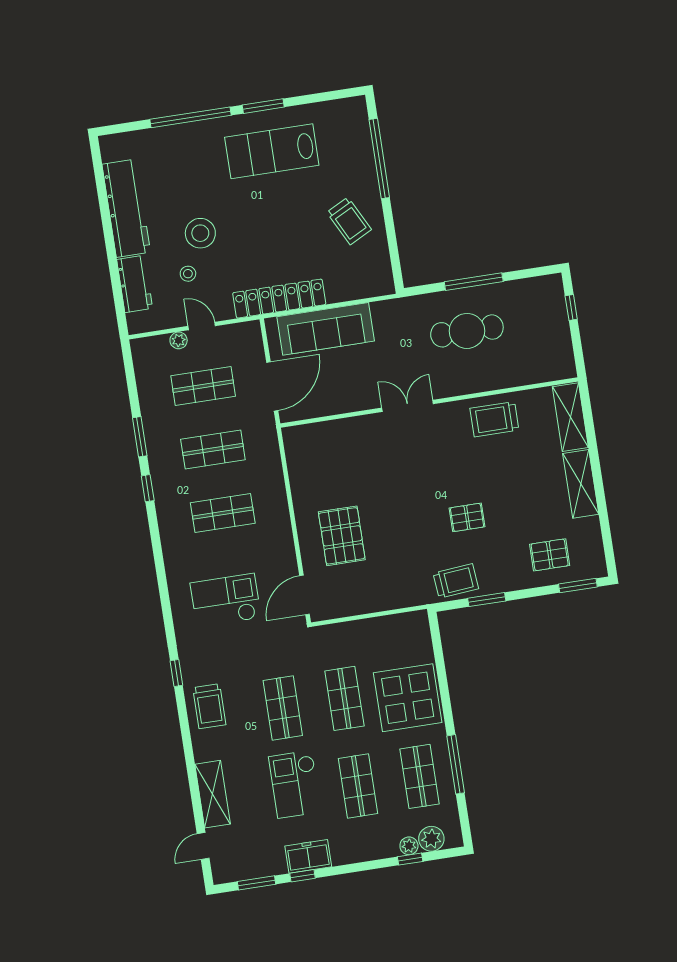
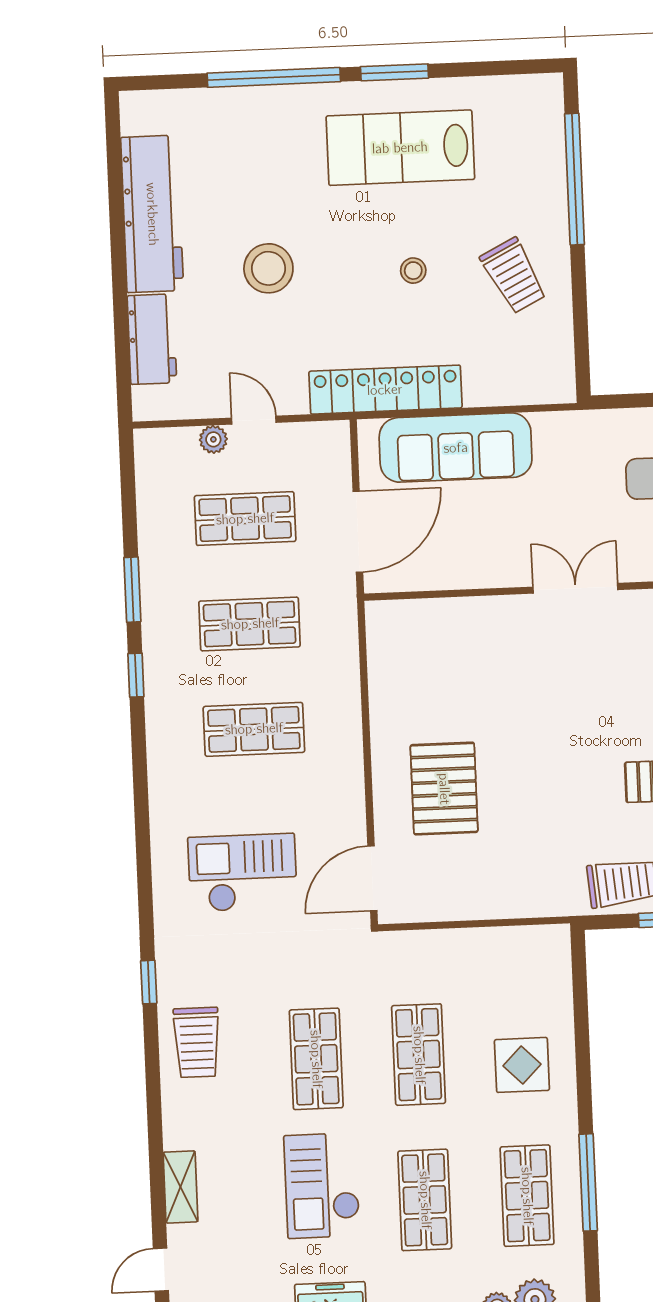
stool: (188, 274) -> (413, 271), moved
display table: (408, 698) -> (522, 1065), width x0.54, depth x0.54
shelving: (213, 794) -> (180, 1187), width x0.67, depth x0.75

